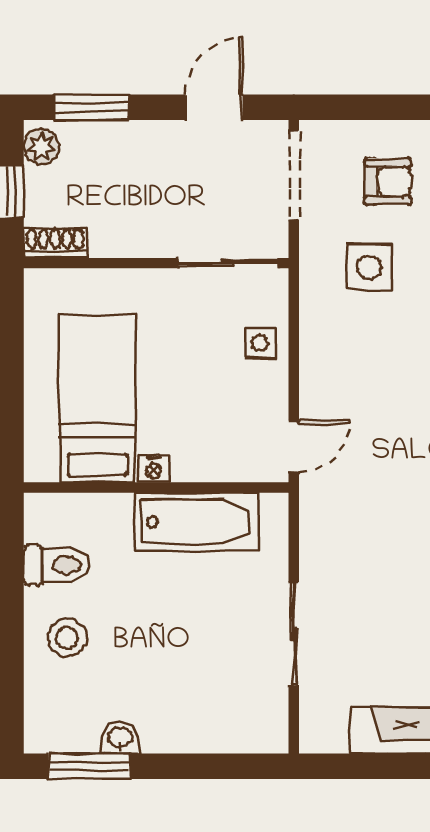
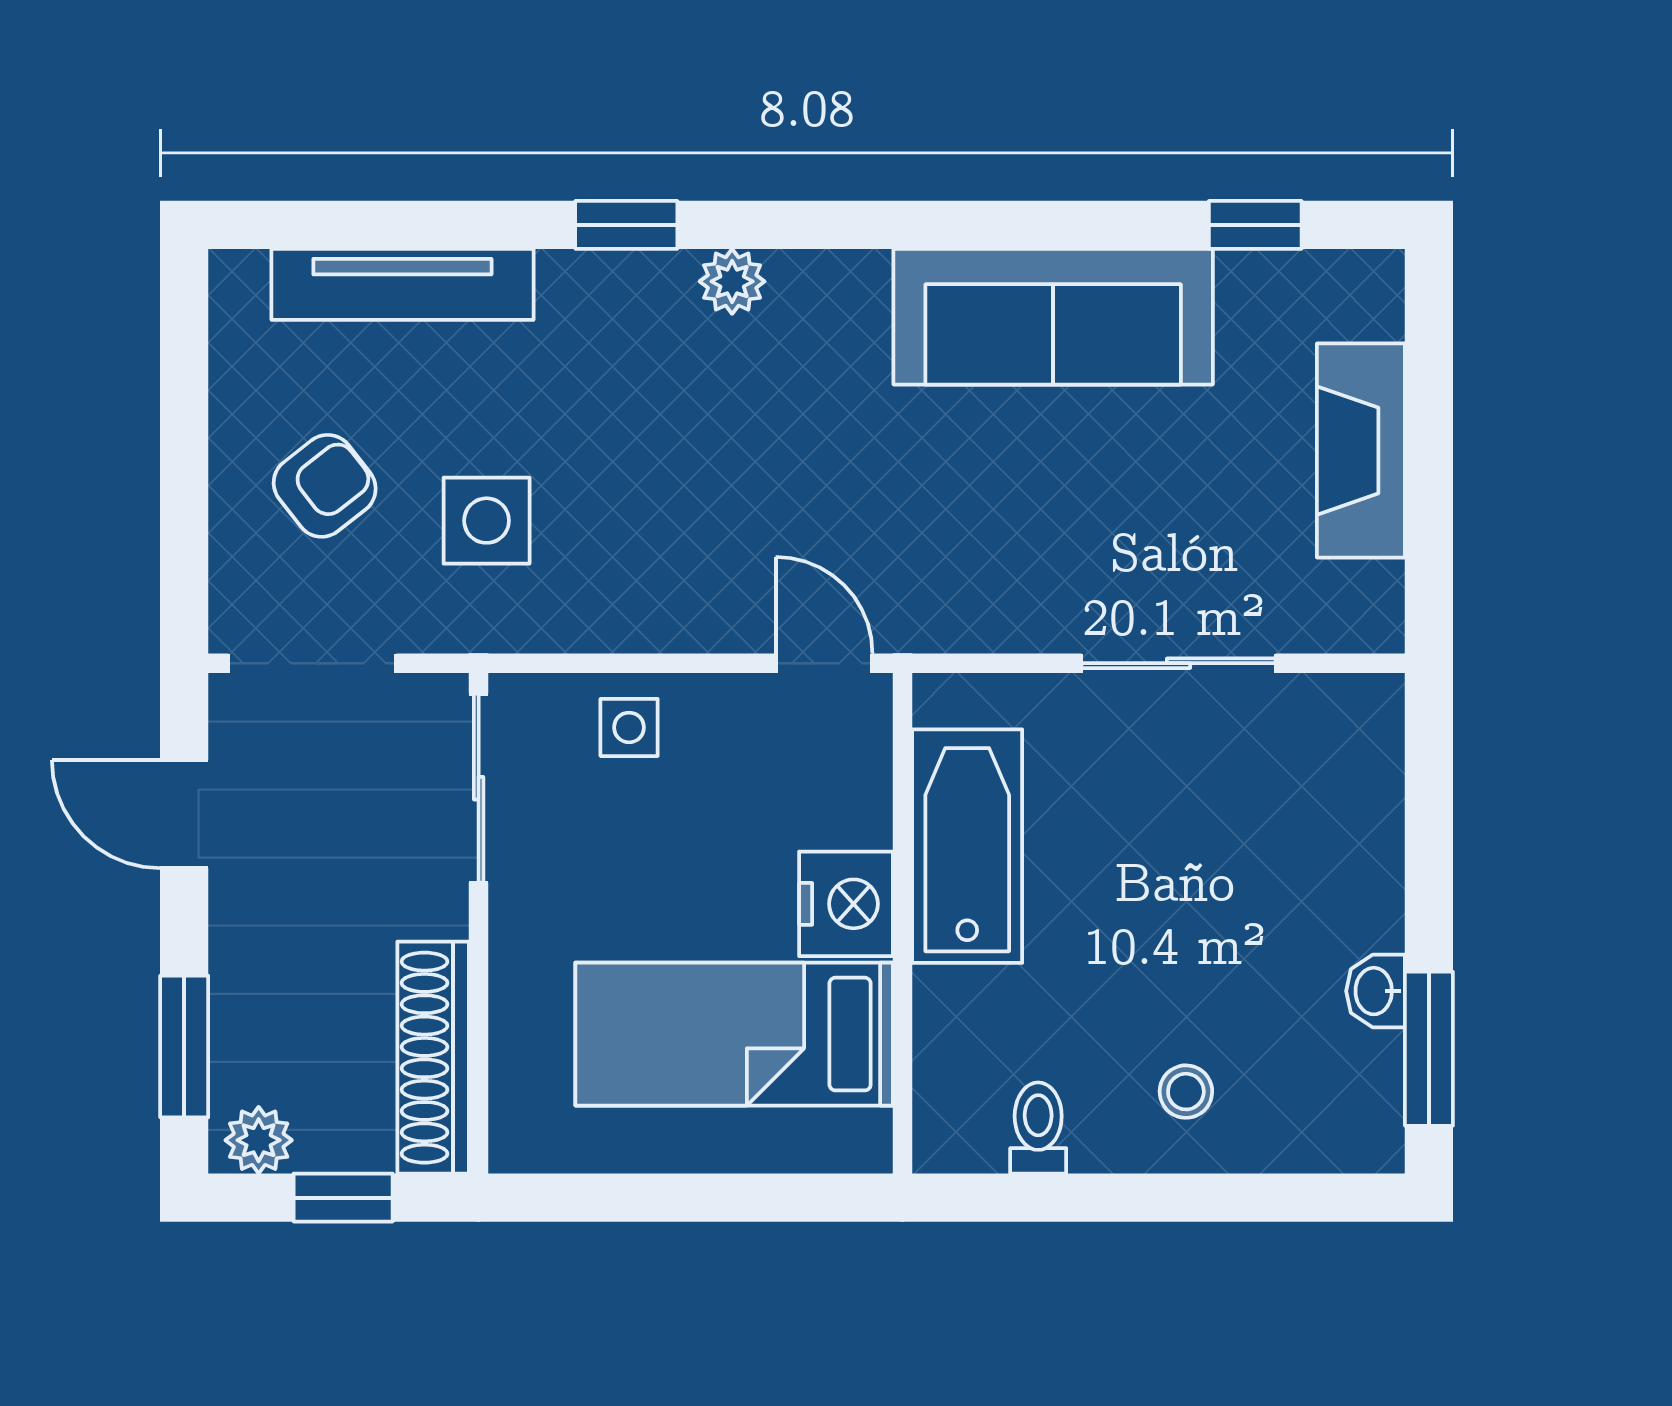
armchair: (388, 182) -> (325, 486), turned 52
shoe rack: (55, 243) -> (433, 1058), width x1.94, depth x1.24
nightstand: (153, 469) -> (846, 904), width x1.89, depth x1.79
toilet: (57, 565) -> (1038, 1128), width x0.73, depth x0.72
stool: (67, 638) -> (1186, 1092), width x0.73, depth x0.73

